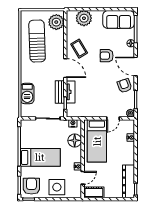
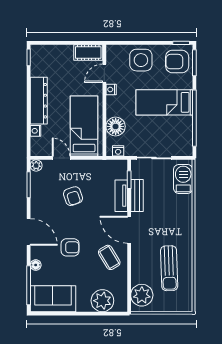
sun lounger: (37, 41) -> (169, 268), width x0.73, depth x0.75
armchair: (125, 86) -> (73, 196), moved
barbecue: (27, 94) -> (183, 179), moved
door: (113, 118) -> (61, 158), hinge flipped
dresser: (129, 181) -> (39, 101), moved
armchair: (31, 186) -> (177, 62), turned 90

